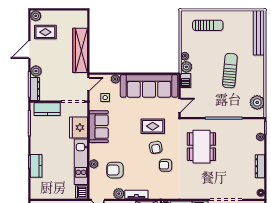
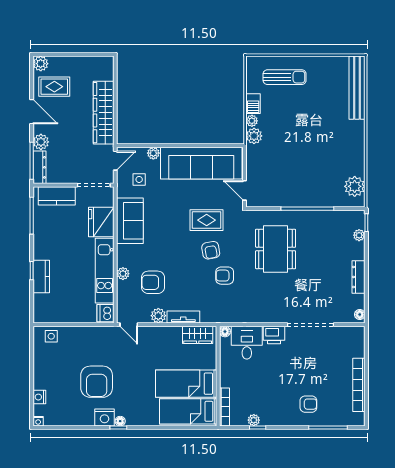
door: (29, 50) -> (32, 112), swing flipped
sun lounger: (230, 71) -> (316, 141), removed
barbecue: (186, 80) -> (253, 104), moved
door: (180, 105) -> (244, 190), swing flipped

